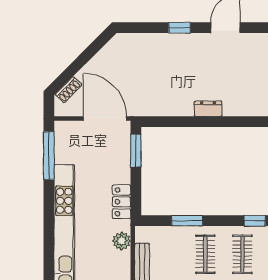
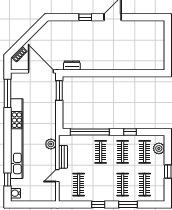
dresser: (208, 109) -> (72, 65), moved
locker: (122, 202) -> (51, 121), removed
window: (187, 221) -> (90, 132), width x2.11

